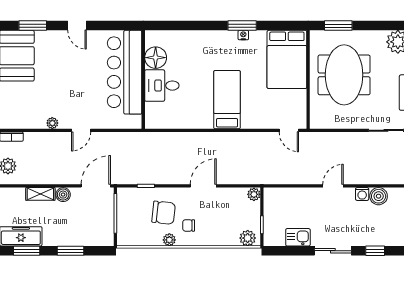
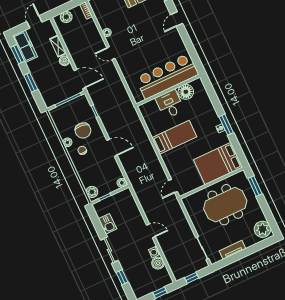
floor lamp: (156, 58) -> (186, 92), moved
bar counter: (125, 72) -> (167, 76), moved
wall: (143, 80) -> (168, 90), moved
desk: (162, 86) -> (170, 104), moved

